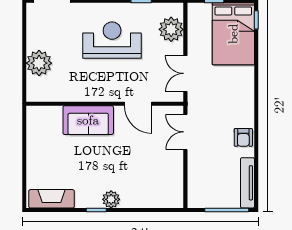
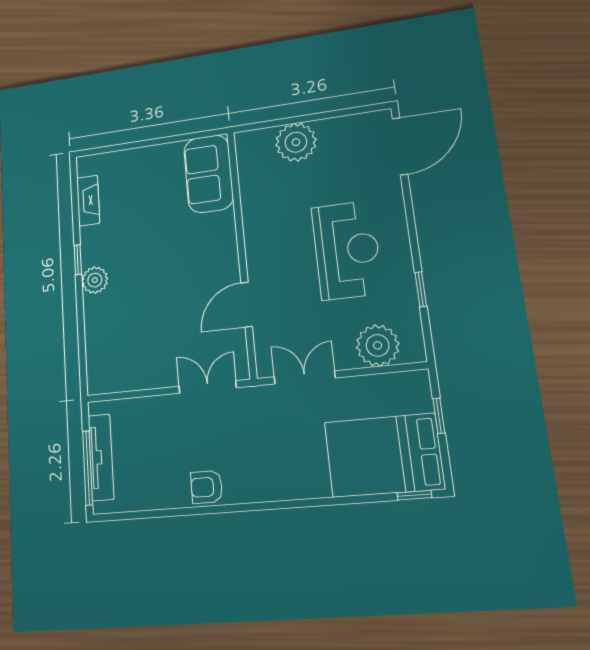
sofa: (88, 120) -> (209, 174), moved
tv unit: (247, 183) -> (101, 457), moved, turned 90
fireplace: (51, 199) -> (88, 201), width x0.73, depth x0.76

